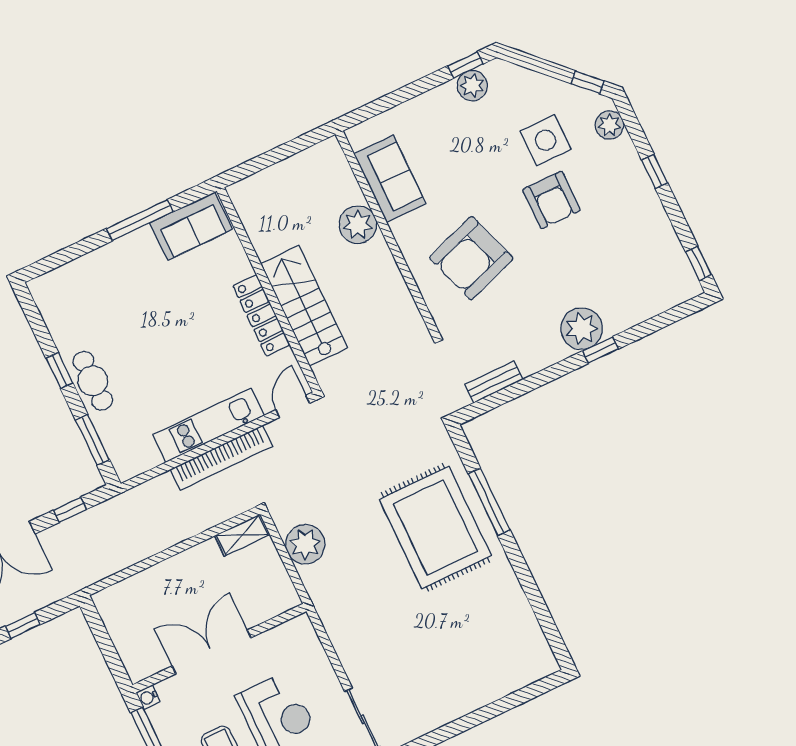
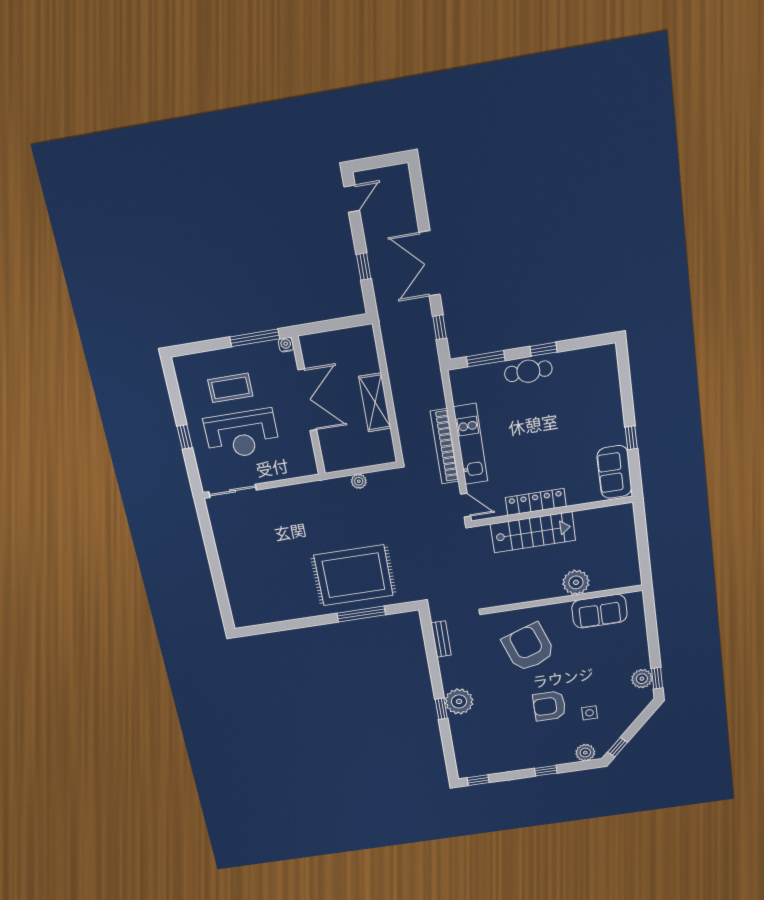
side table: (546, 140) -> (590, 713), width x0.54, depth x0.54
window: (140, 220) -> (631, 438), width x0.46
shelving: (242, 535) -> (375, 402), moved, width x1.50, depth x1.33
plant: (305, 544) -> (359, 481), width x0.53, depth x0.53

